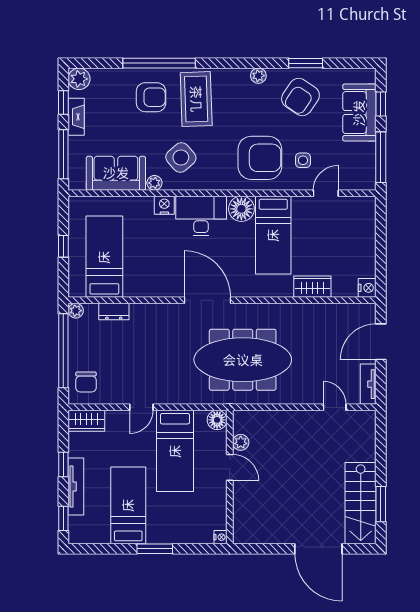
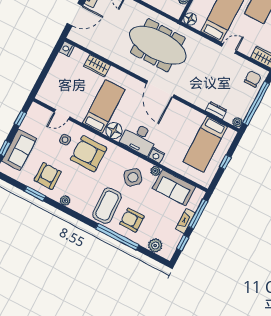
plant: (79, 79) -> (155, 246), moved
armchair: (300, 97) -> (48, 176), turned -34
fireplace: (76, 117) -> (185, 221), moved
window: (381, 157) -> (20, 118), width x0.46

